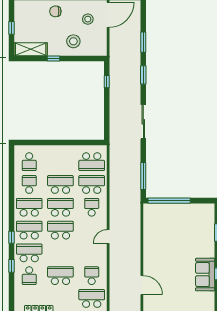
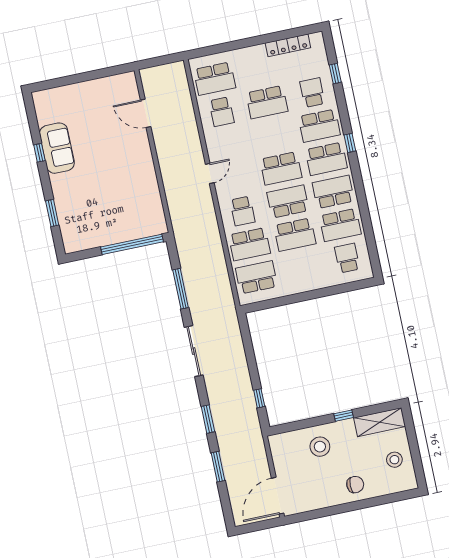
stool: (88, 19) -> (394, 460), moved
window: (11, 28) -> (414, 447), removed
window: (143, 176) -> (181, 289), moved
school desk: (29, 184) -> (340, 225), width x1.85
school desk: (29, 207) -> (333, 192), turned 180
school desk: (60, 207) -> (288, 201), turned 180
window: (11, 266) -> (335, 74), moved

